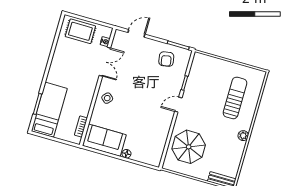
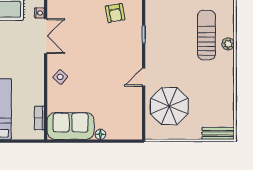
door: (178, 105) -> (144, 77), moved
plant: (243, 136) -> (228, 44), moved

